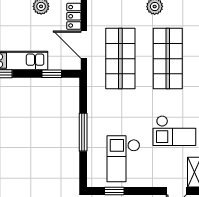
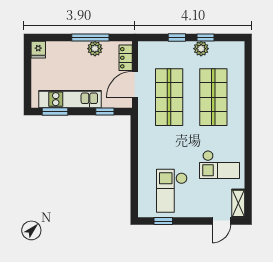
door: (84, 45) -> (135, 84), hinge flipped
window: (83, 132) -> (134, 166), removed

